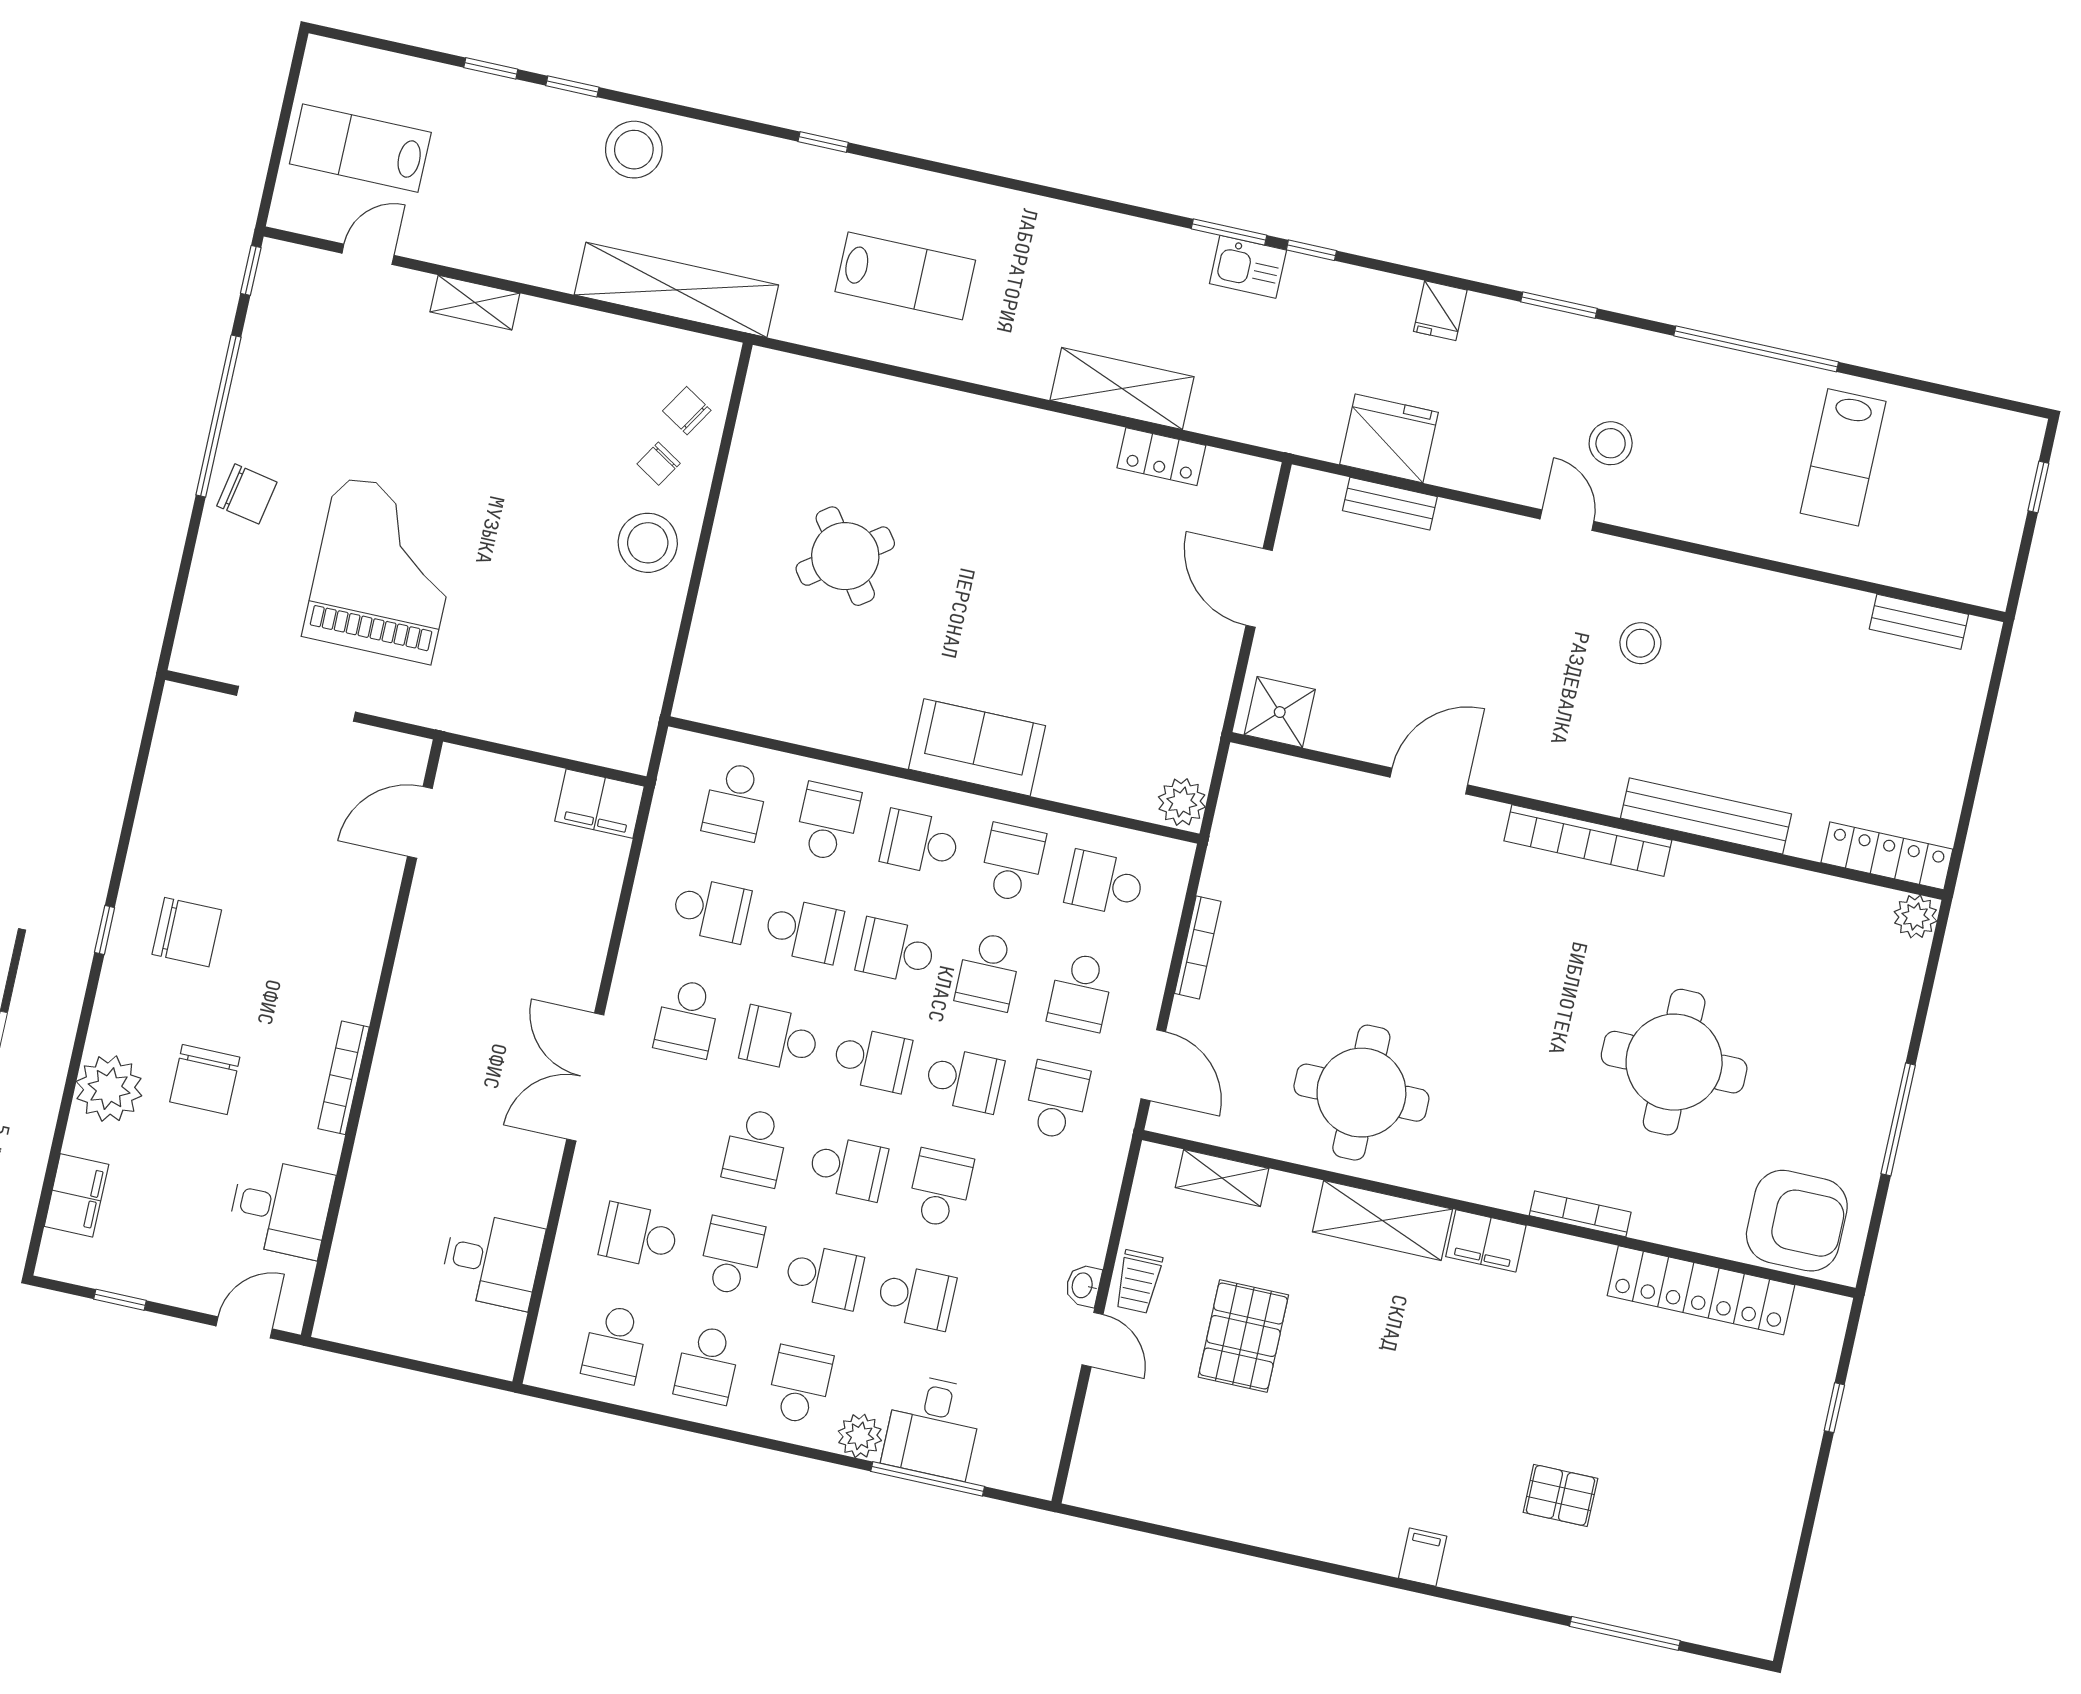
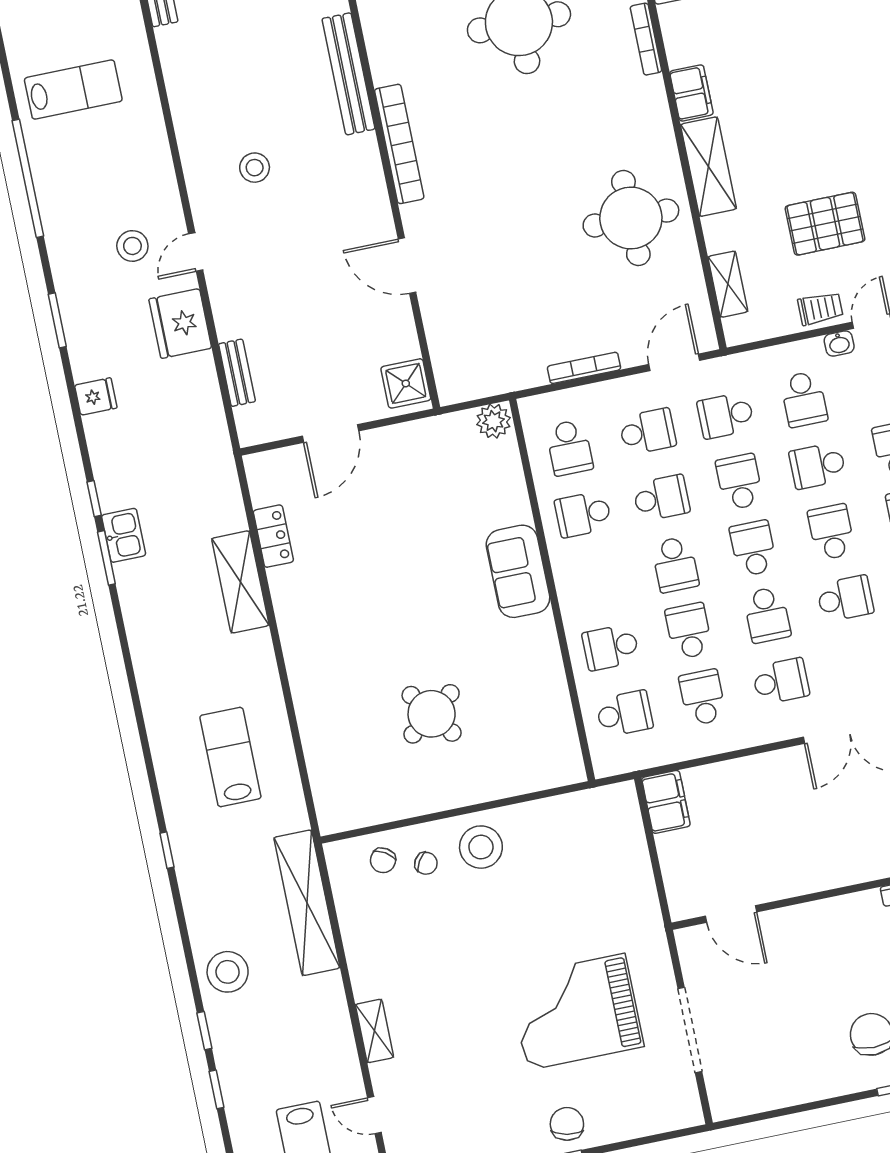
fridge: (1389, 438) -> (180, 324), moved
school desk: (920, 842) -> (804, 399), moved

